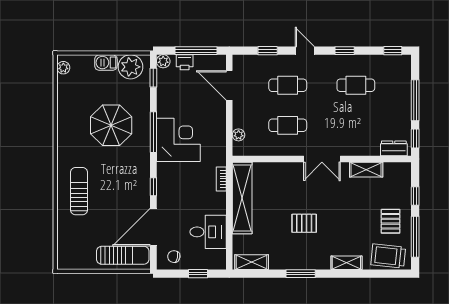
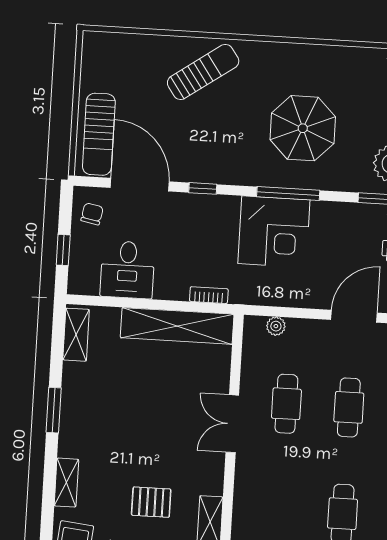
double door: (322, 159) -> (232, 424), moved
sun lounger: (79, 191) -> (203, 72), turned -35
pallet: (304, 223) -> (151, 502), moved, turned 90

